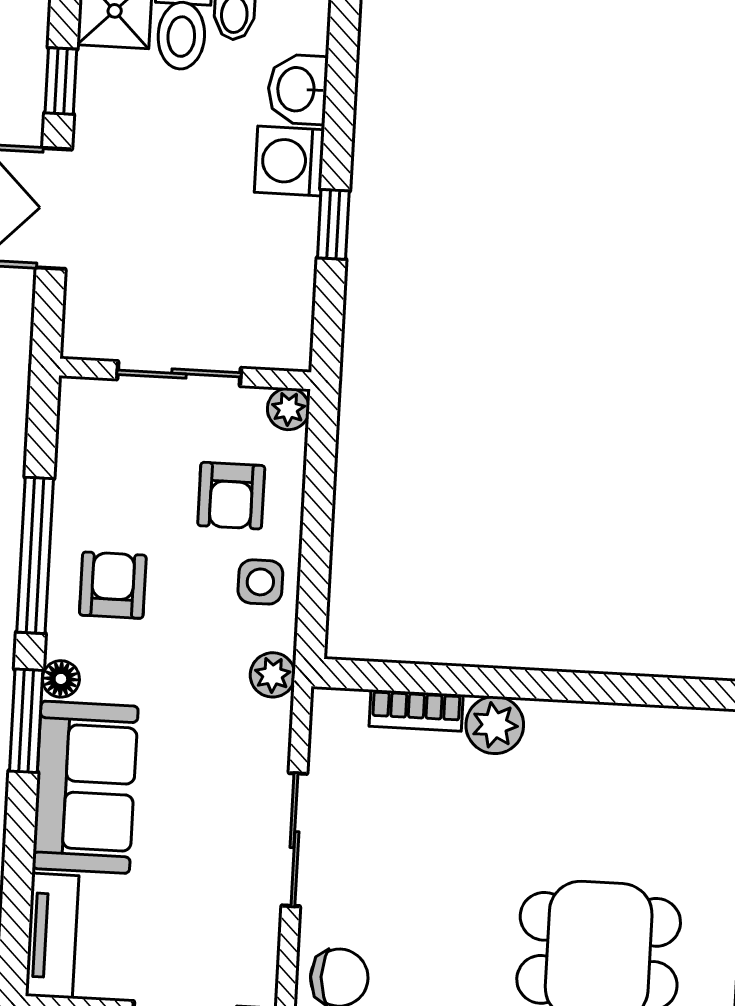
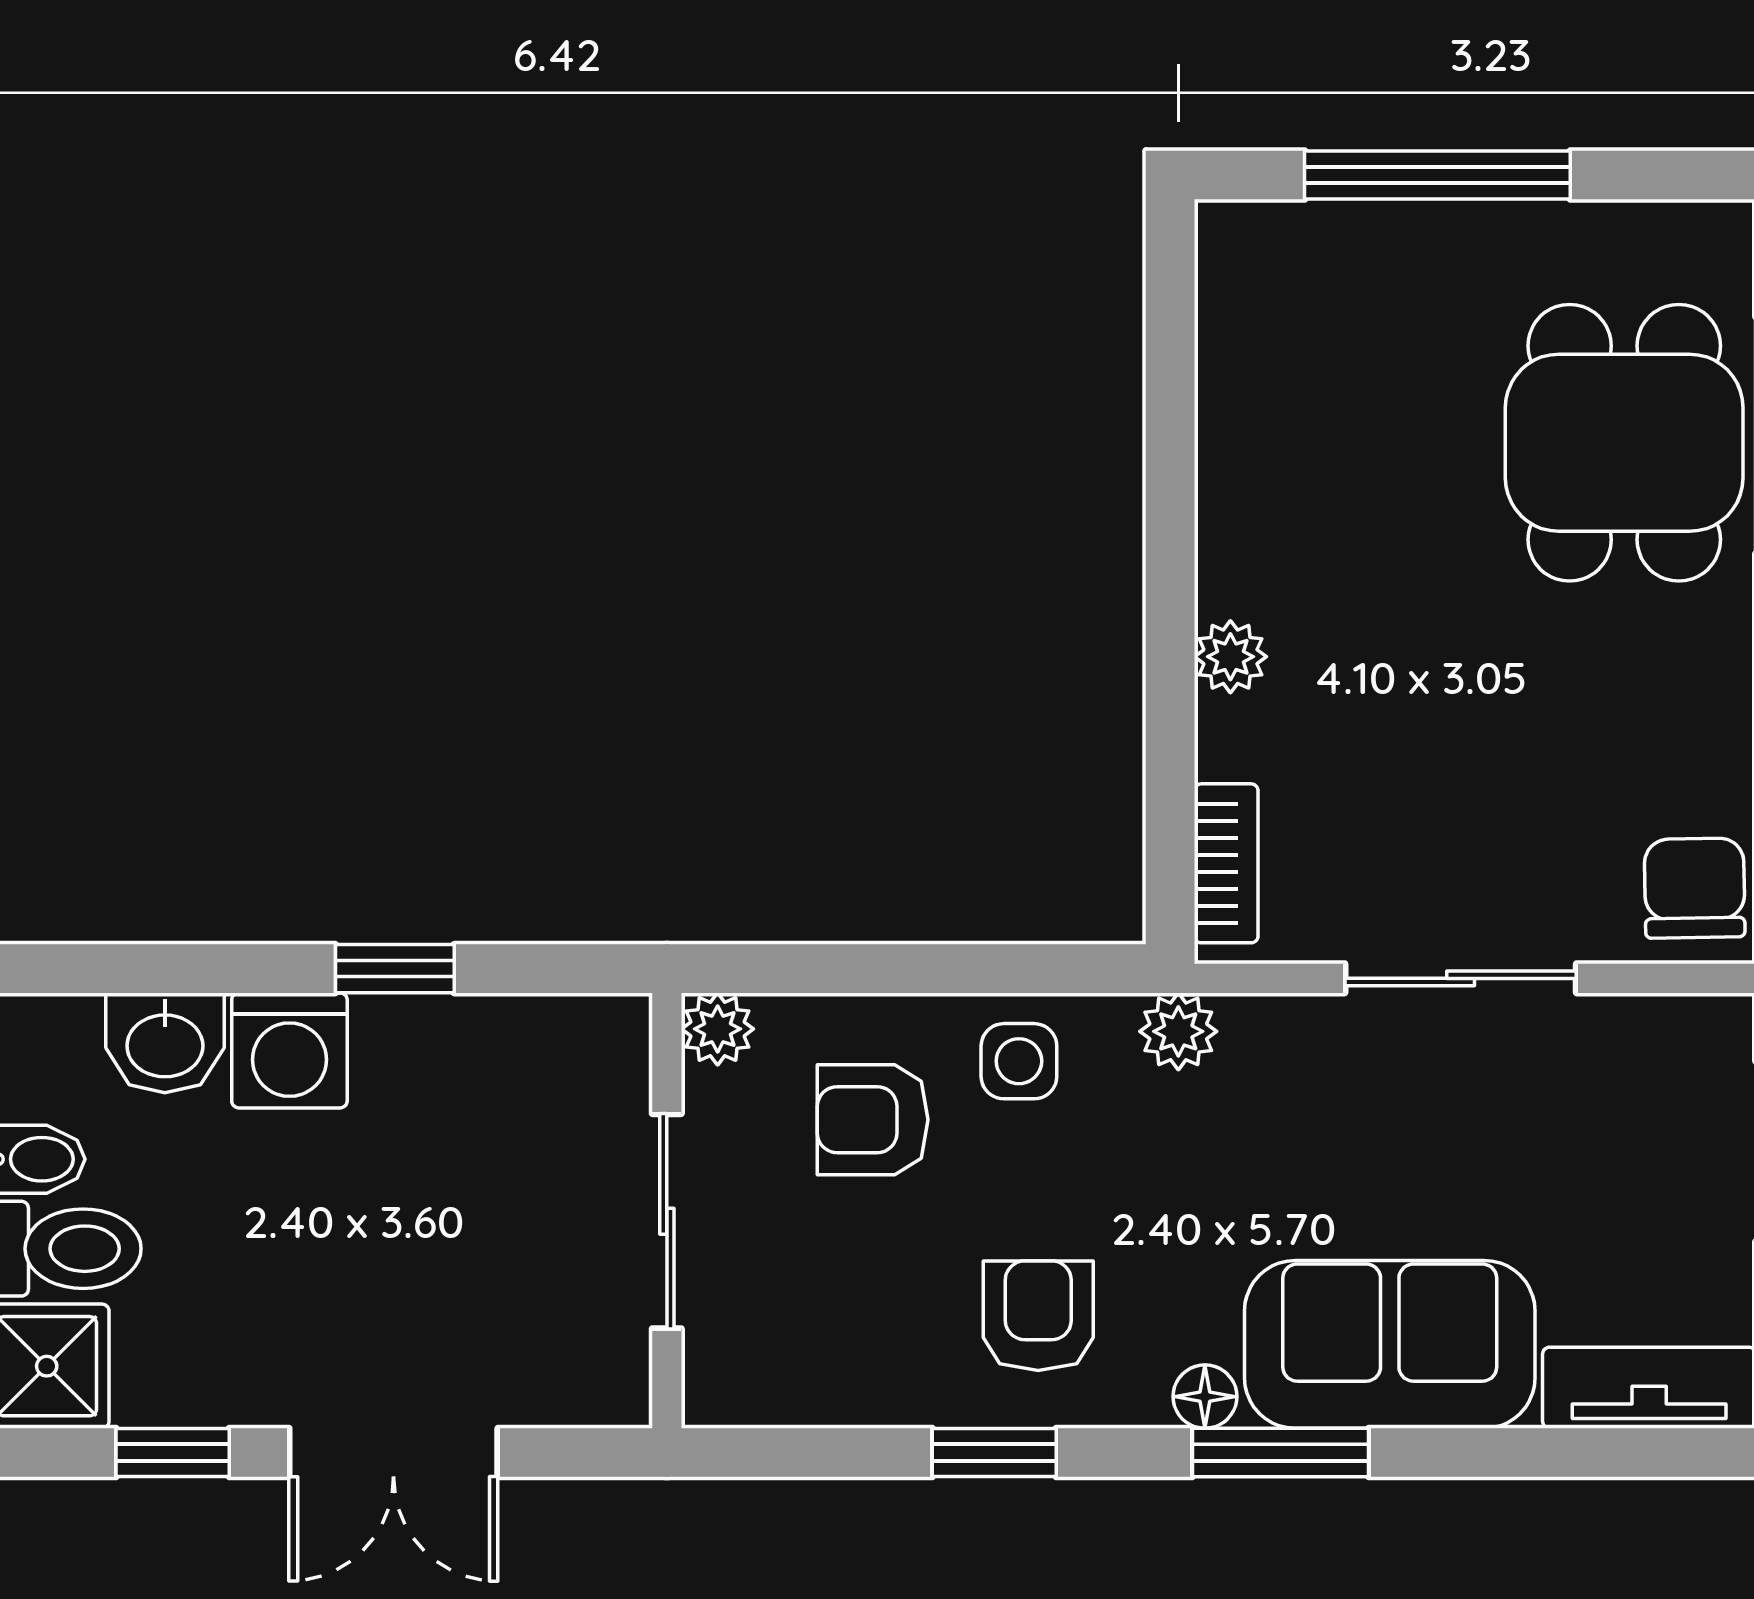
armchair: (231, 496) -> (873, 1120), turned 180
window: (35, 555) -> (994, 1453), width x0.46
armchair: (113, 585) -> (1038, 1316), turned 90
bookcase: (416, 710) -> (1226, 863), moved
plant: (495, 725) -> (1230, 657), width x0.73, depth x0.73

